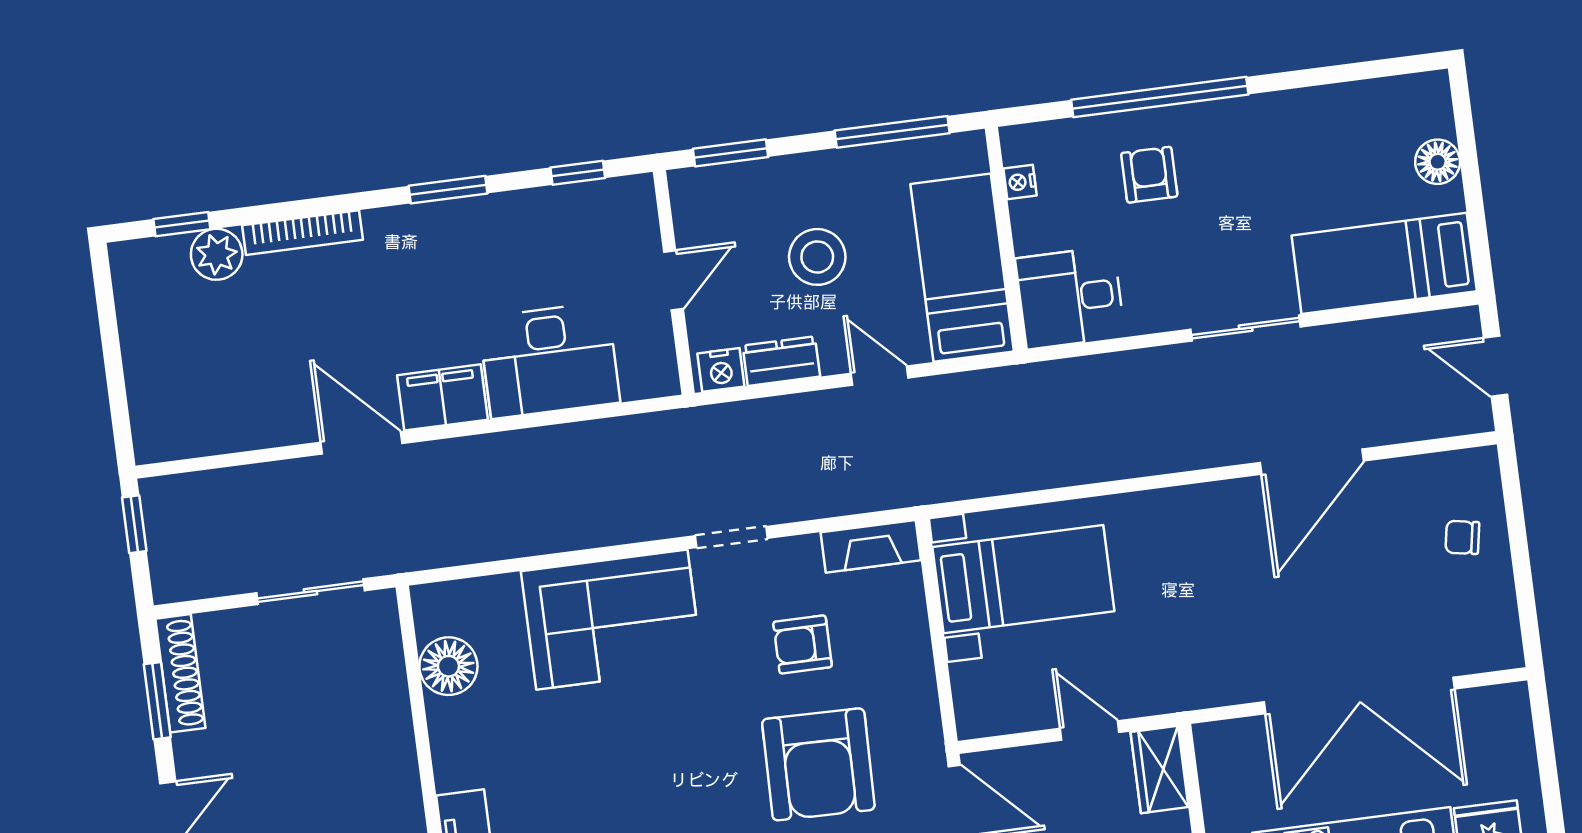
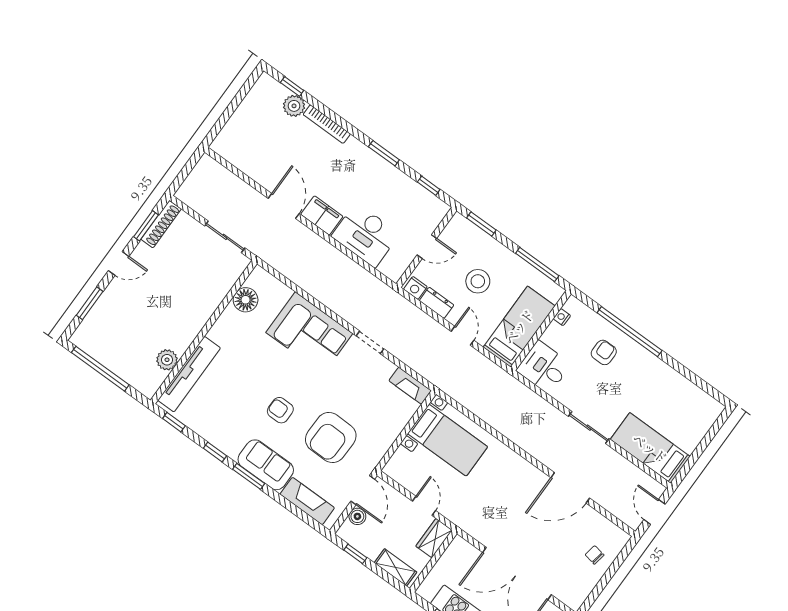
floor lamp: (1438, 162) -> (696, 432), removed
window: (134, 524) -> (190, 165), removed
armchair: (803, 644) -> (280, 410), moved

